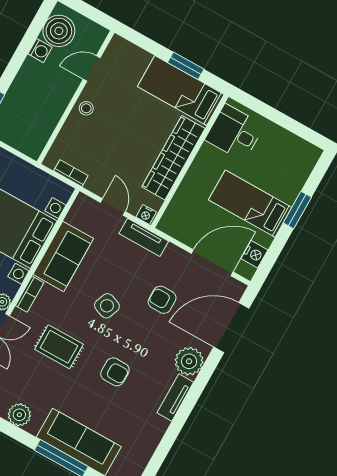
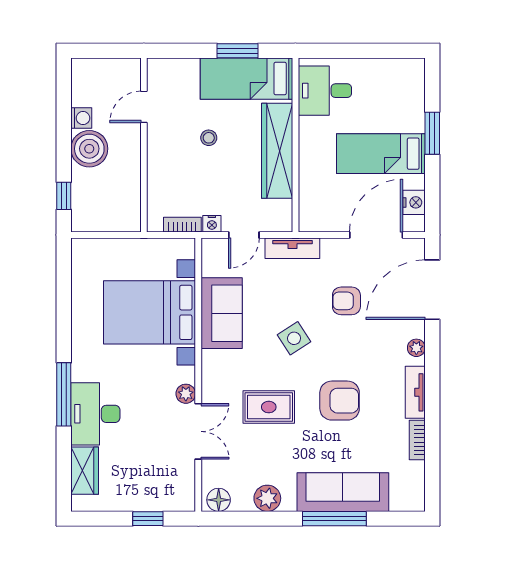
boiler: (59, 31) -> (89, 149), moved
stool: (86, 108) -> (209, 138), moved
door: (113, 207) -> (244, 235), swing flipped
nightstand: (146, 215) -> (212, 224), moved
bookcase: (30, 294) -> (417, 440), moved, turned 180
side table: (107, 306) -> (294, 338), turned 36
plant: (189, 361) -> (416, 348), width x0.53, depth x0.53
armchair: (115, 372) -> (340, 401), width x1.38, depth x1.38

